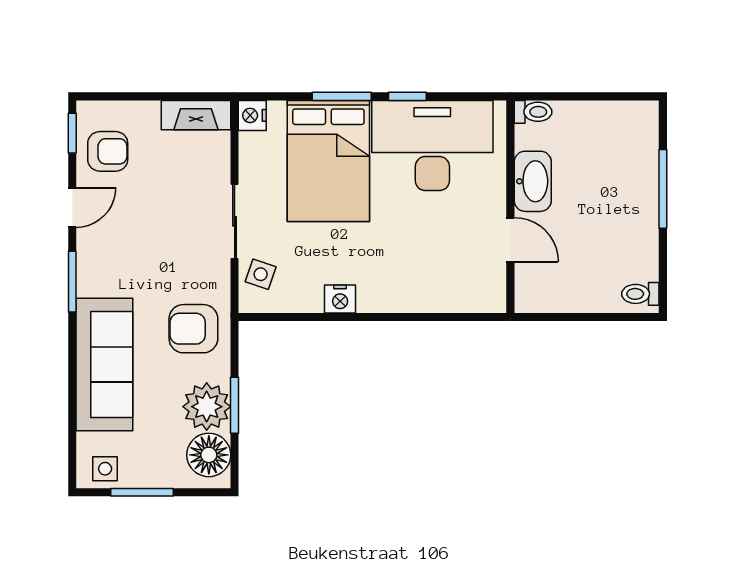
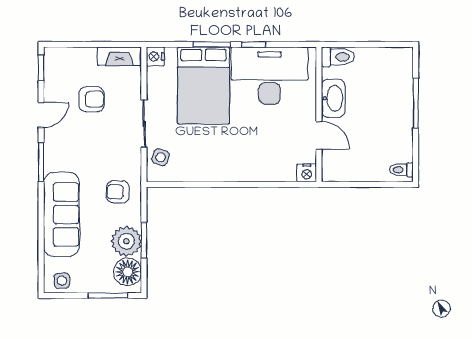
toilet: (533, 112) -> (338, 57), width x1.37, depth x1.39
armchair: (108, 151) -> (91, 99), moved
nightstand: (340, 299) -> (307, 173), moved
armchair: (193, 329) -> (118, 192), width x0.72, depth x0.72
window: (142, 492) -> (108, 296), moved

